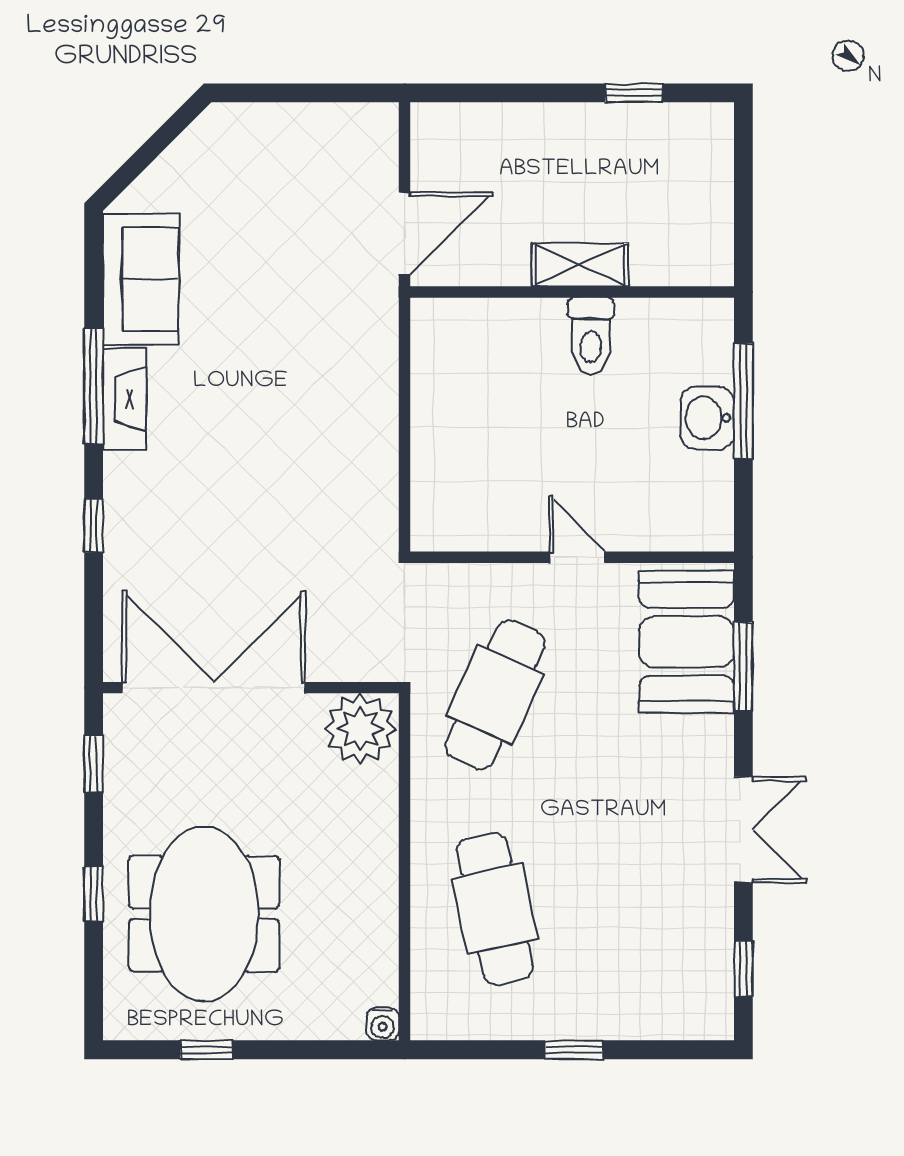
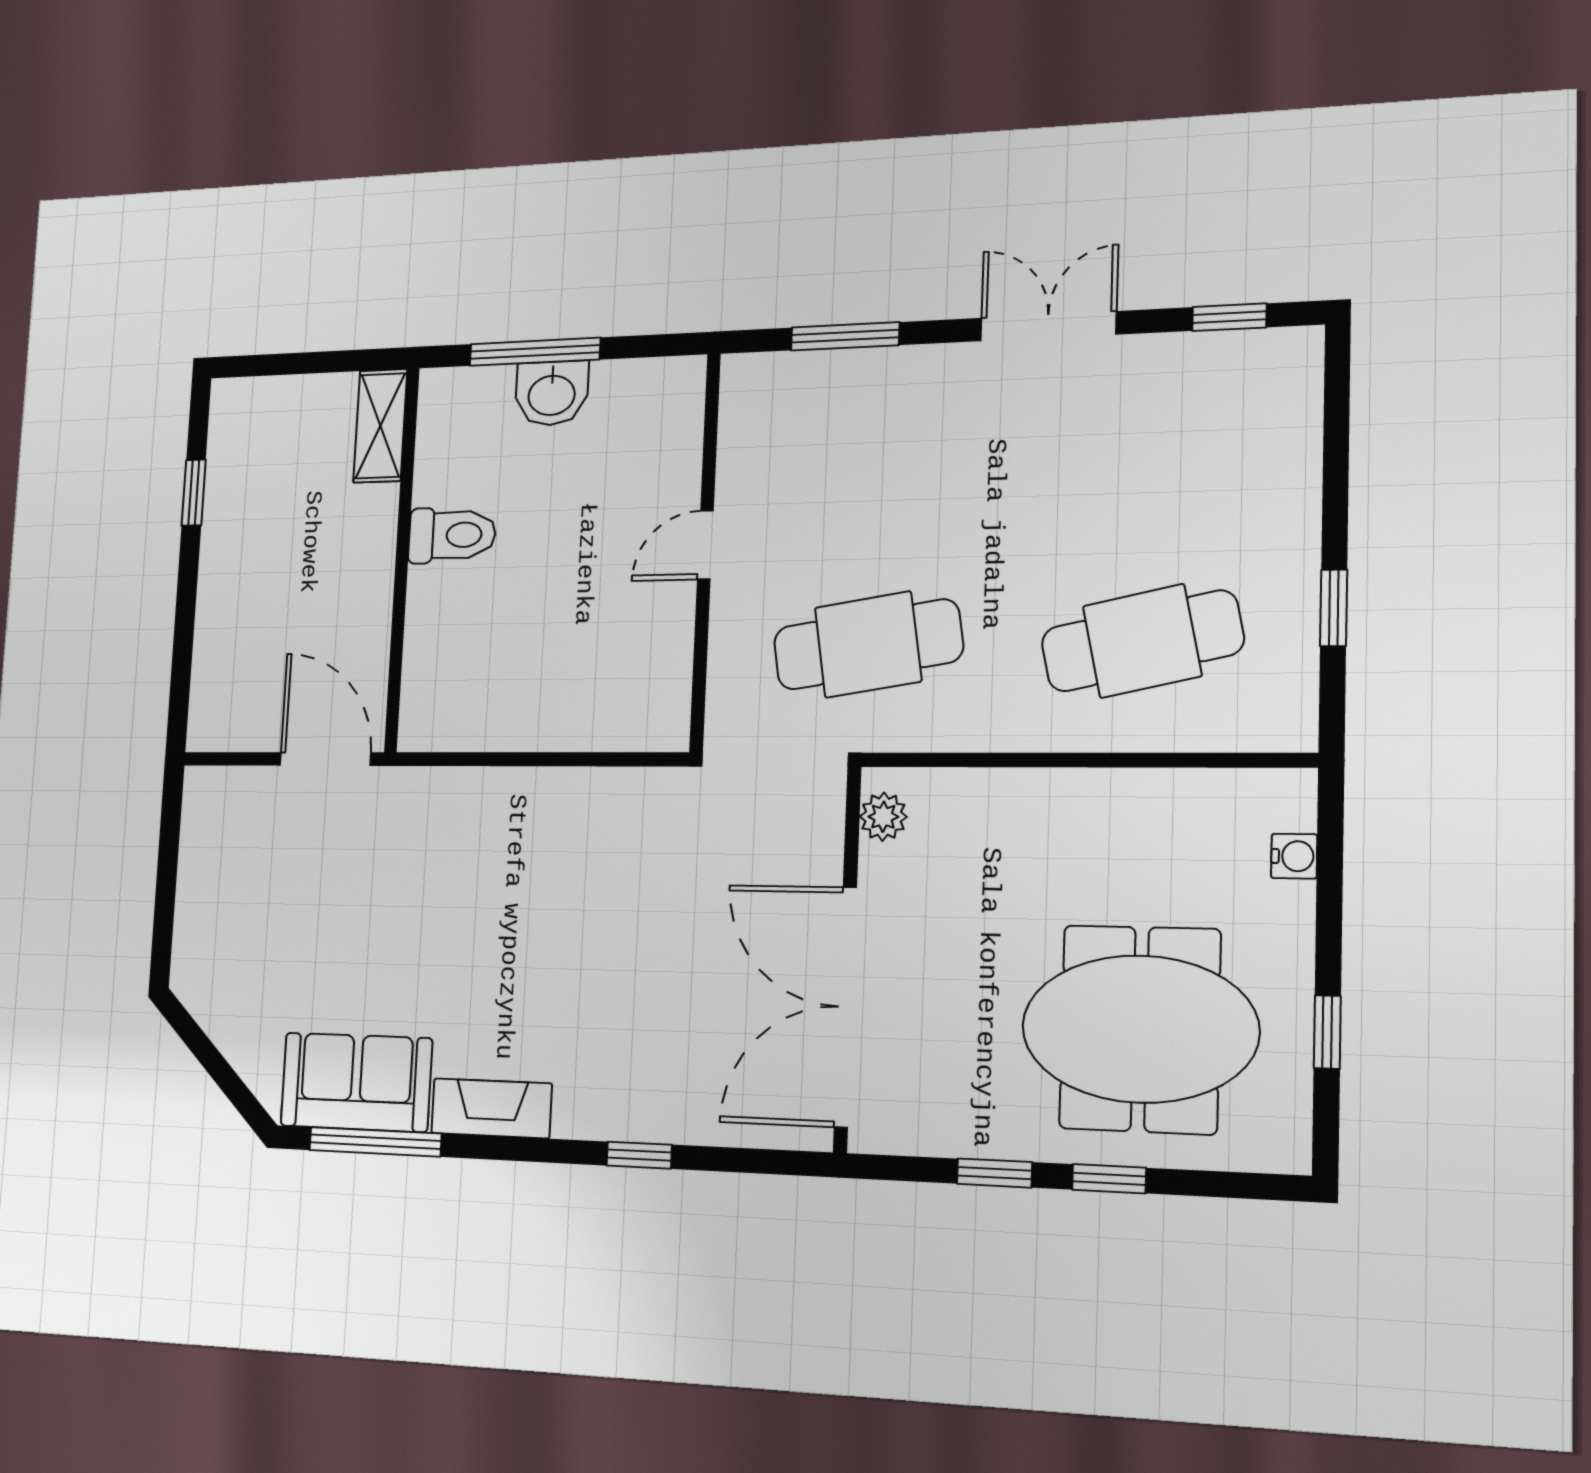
shelving: (580, 265) -> (380, 426), moved
window: (94, 386) -> (375, 1142), moved
booth: (687, 642) -> (812, 407), removed
cafe table: (495, 695) -> (868, 644), turned -33
plant: (360, 729) -> (883, 817), width x0.53, depth x0.53
window: (94, 764) -> (994, 1173), moved
water cooler: (383, 1024) -> (1294, 856), moved
window: (574, 1050) -> (1334, 608), moved

